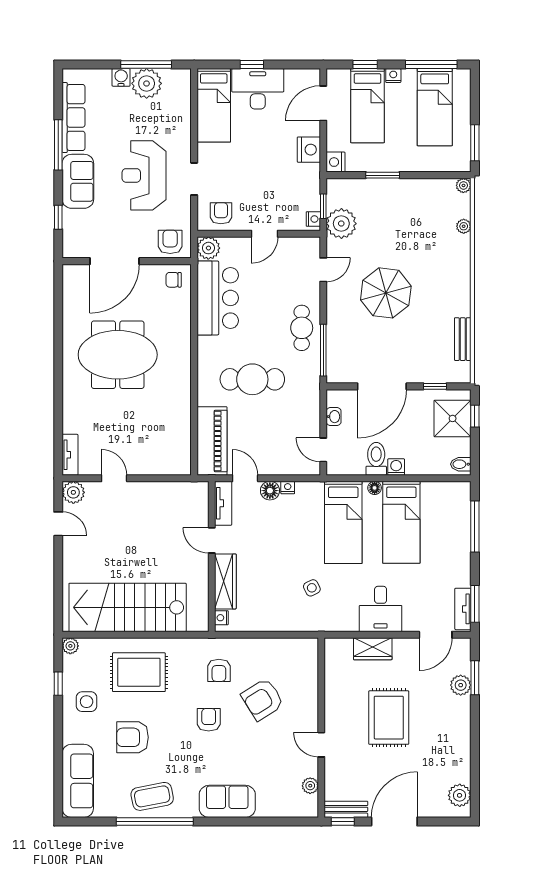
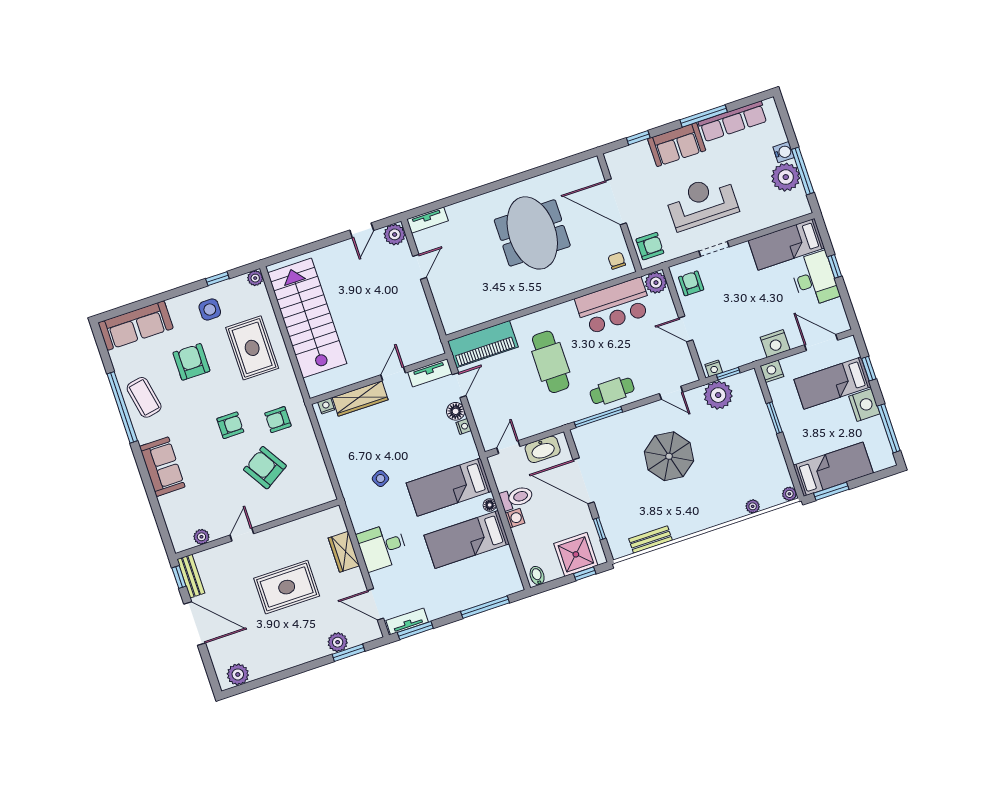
nightstand: (393, 76) -> (864, 405), width x1.89, depth x1.79
bed: (435, 107) -> (833, 469), moved, turned 180
armchair: (221, 213) -> (691, 283), turned -90
washbasin: (334, 417) -> (543, 449), width x1.91, depth x1.45

